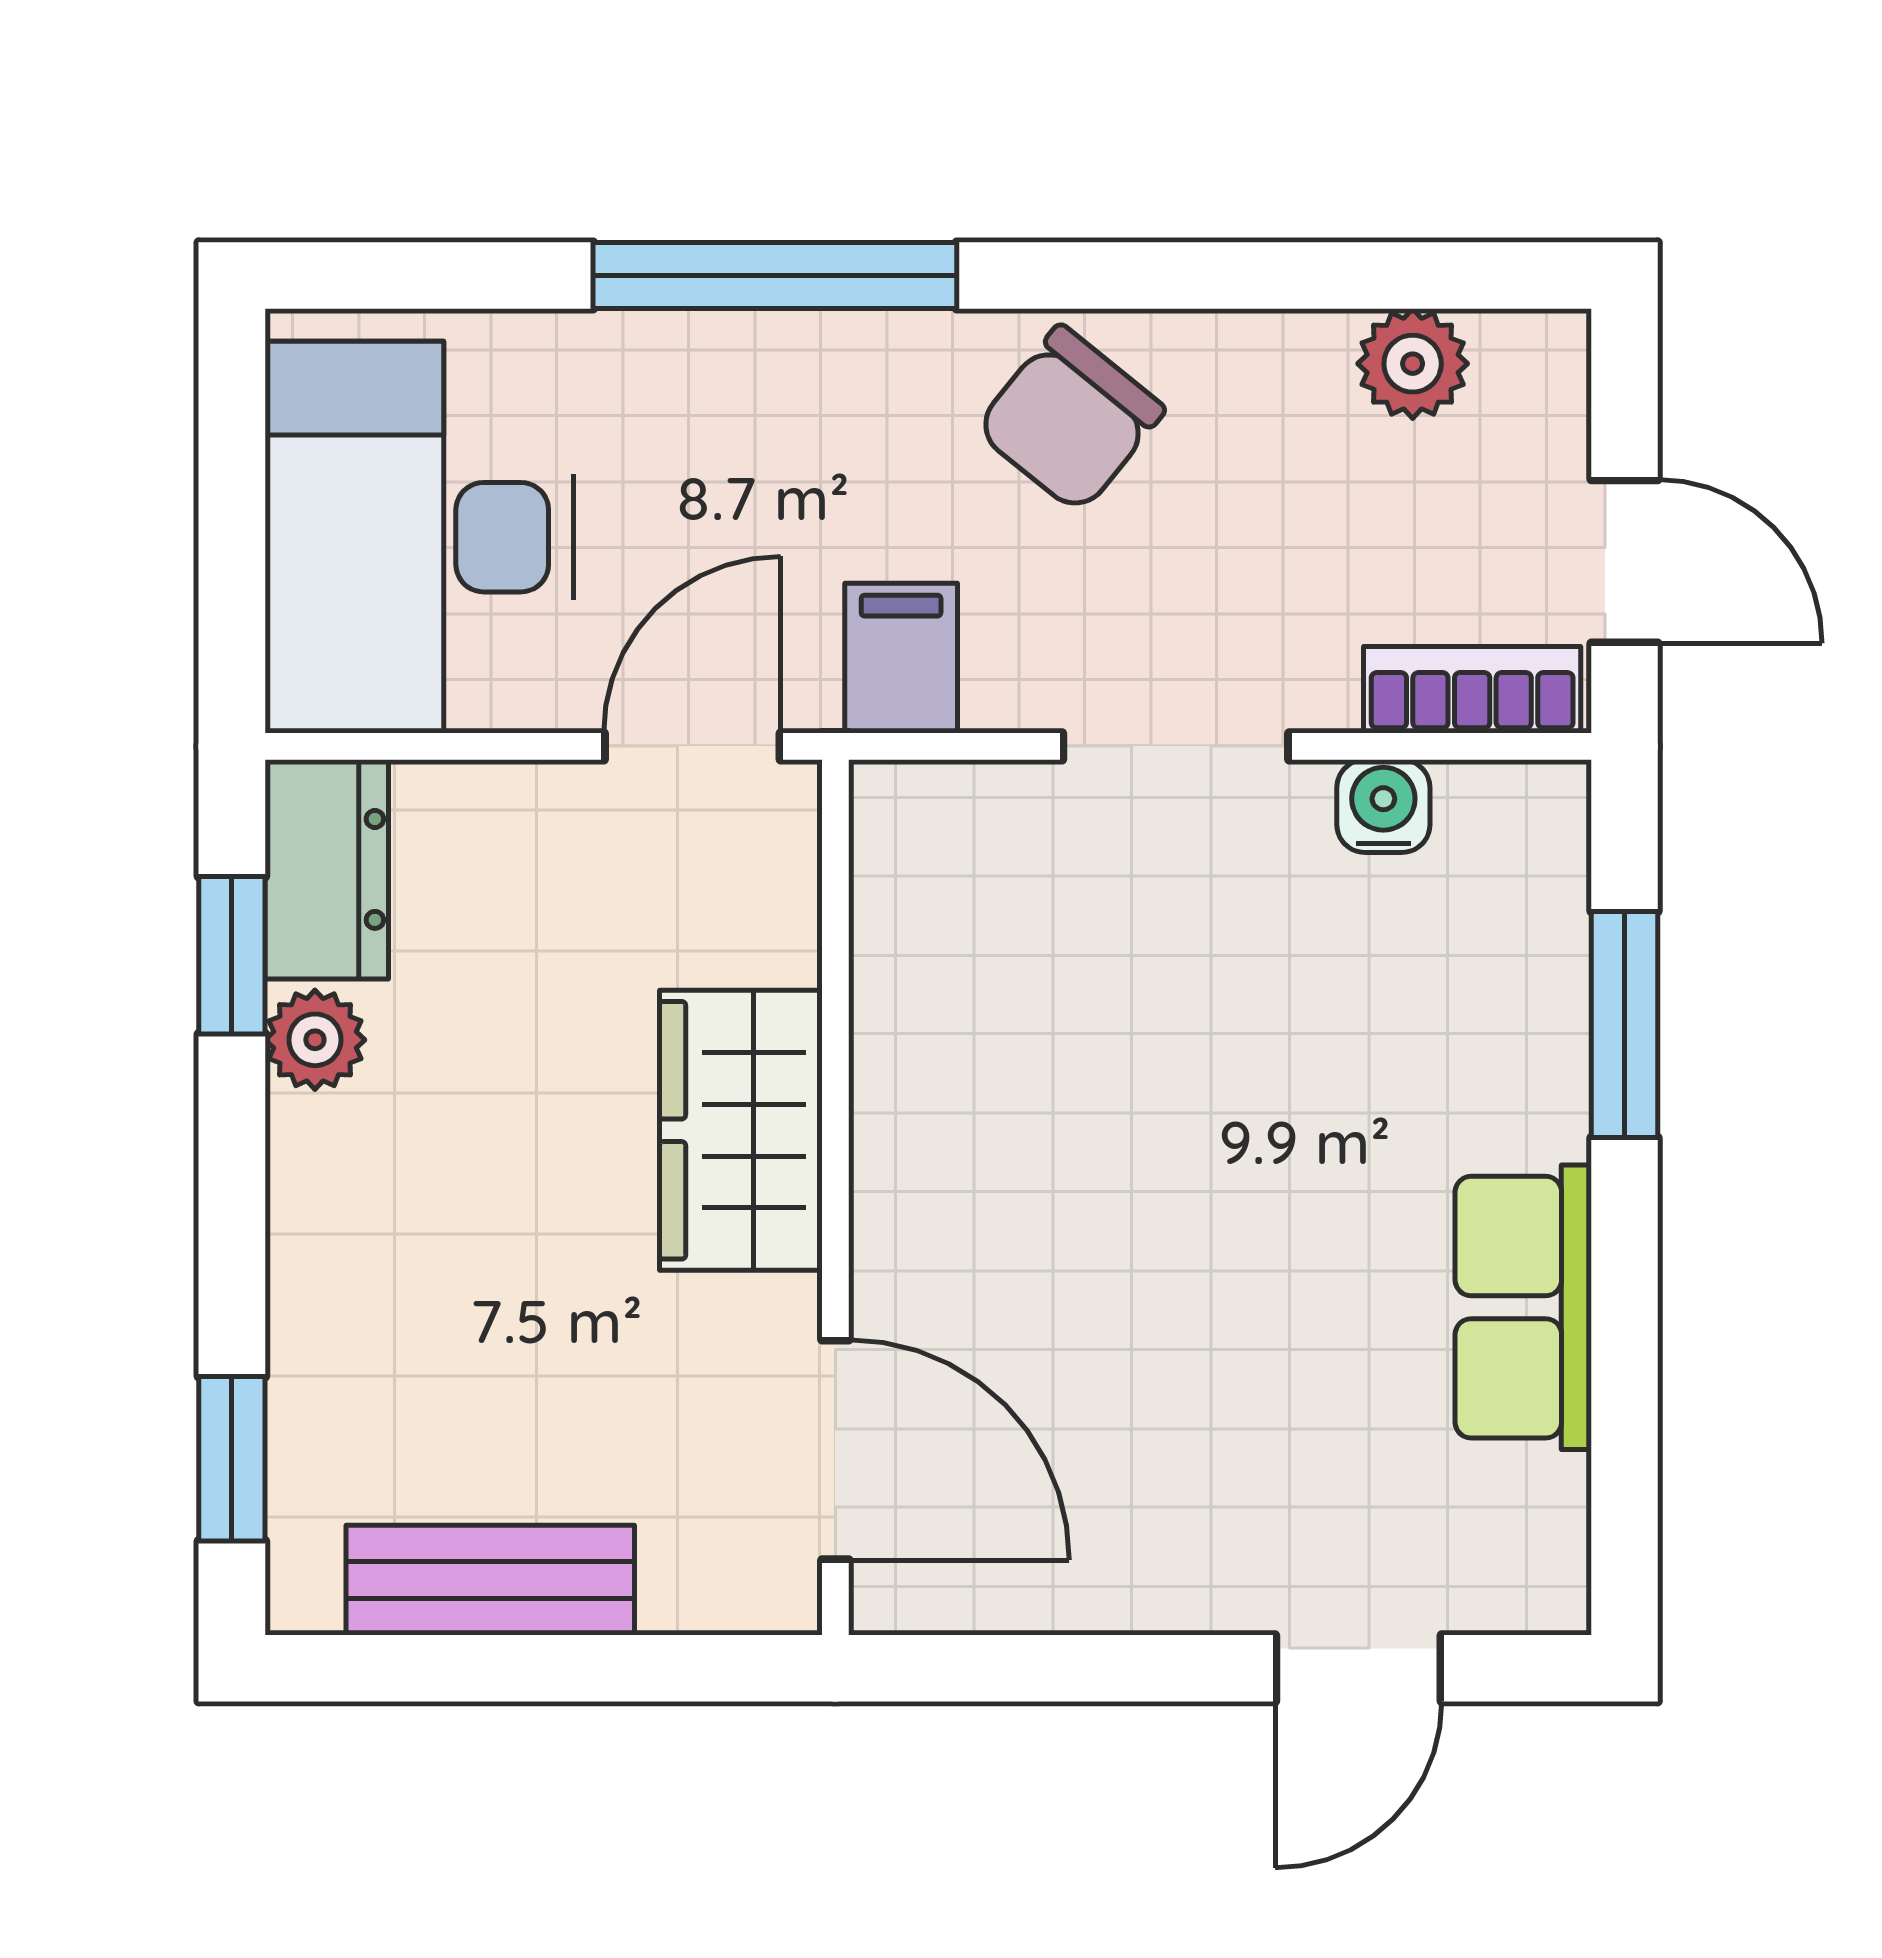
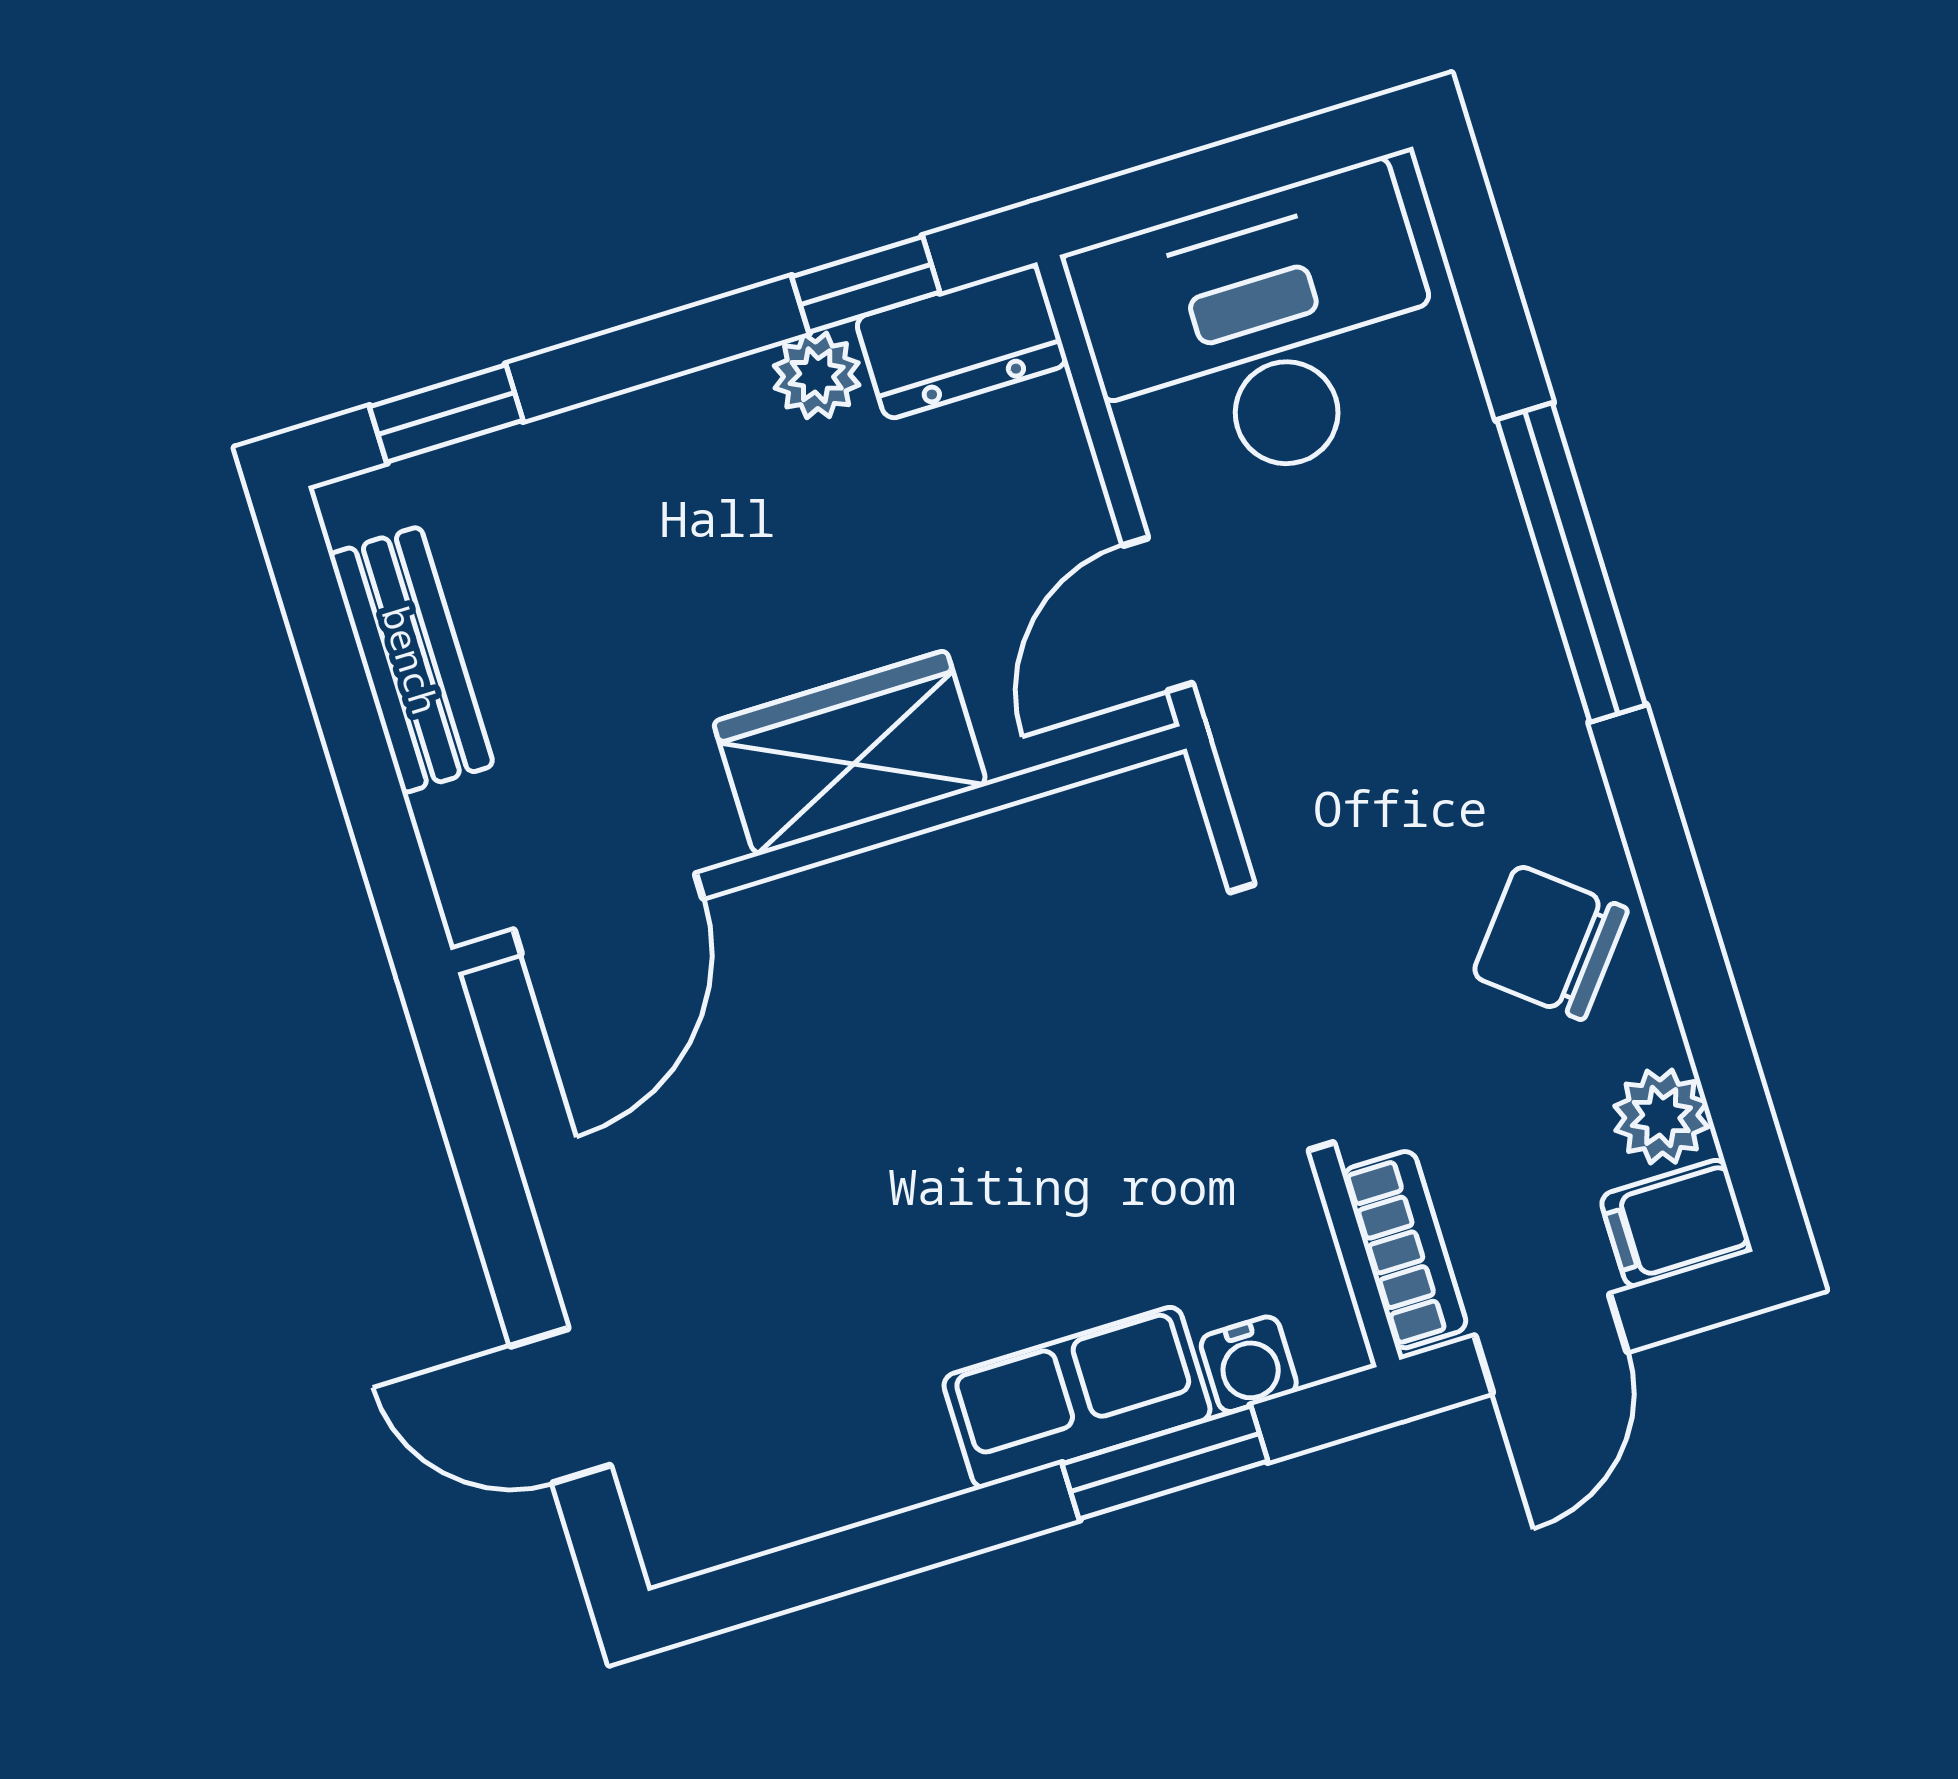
chair: (1070, 419) -> (1550, 942), moved
filing cabinet: (901, 658) -> (1676, 1223), moved, turned 180
door: (692, 746) -> (1158, 614), swing flipped
doorway: (1176, 746) -> (1282, 1017), width x1.38
water cooler: (1383, 806) -> (1249, 1364), moved, turned 90
row of seats: (1523, 1307) -> (1077, 1397), moved

